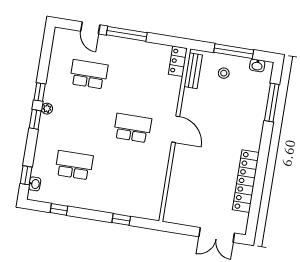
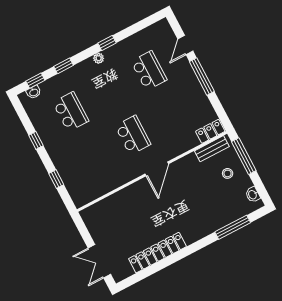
window: (234, 51) -> (244, 156), moved
window: (35, 119) -> (64, 66), moved
window: (59, 209) -> (36, 140), moved

